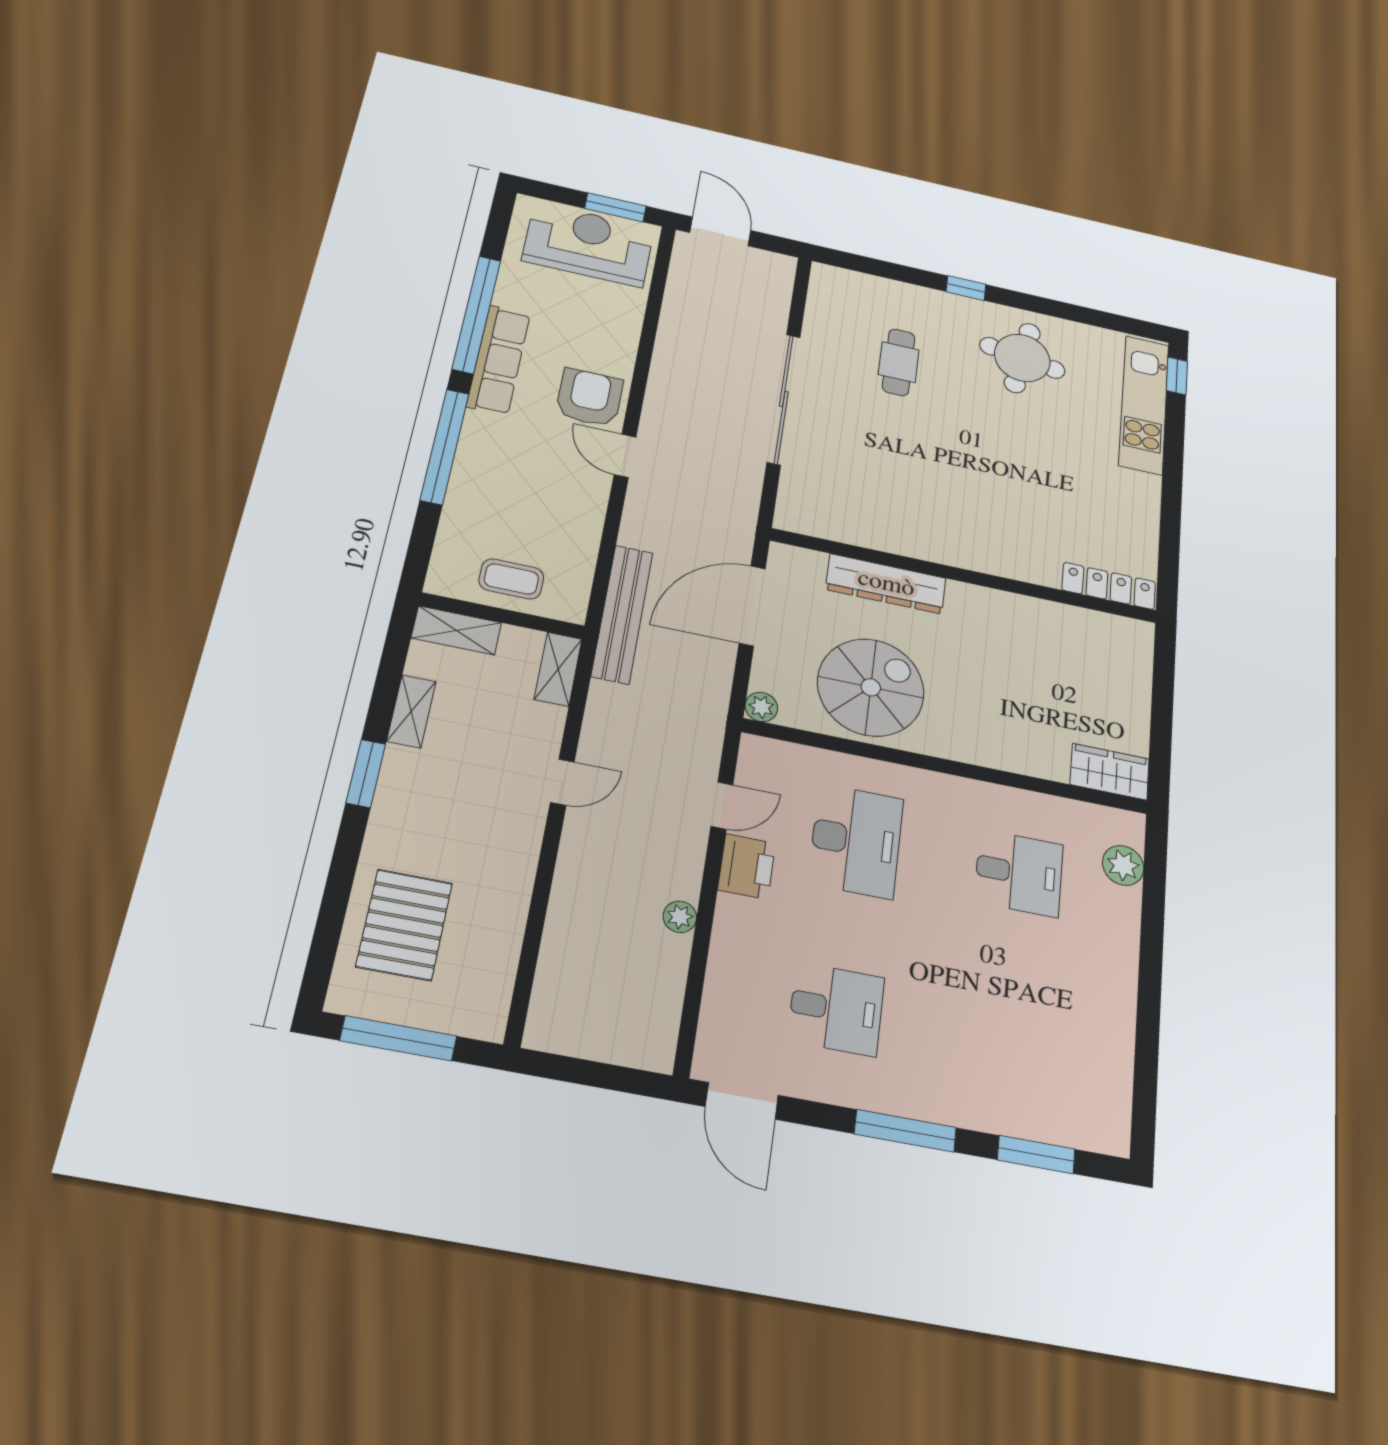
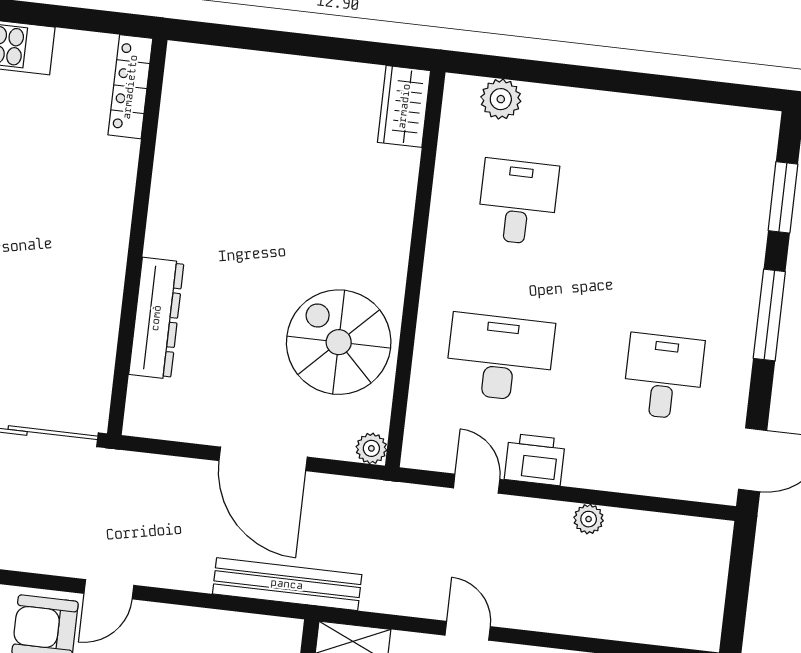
wall: (965, 576) -> (137, 237), moved
dresser: (886, 584) -> (156, 318), moved
locker: (1109, 586) -> (130, 87), moved

